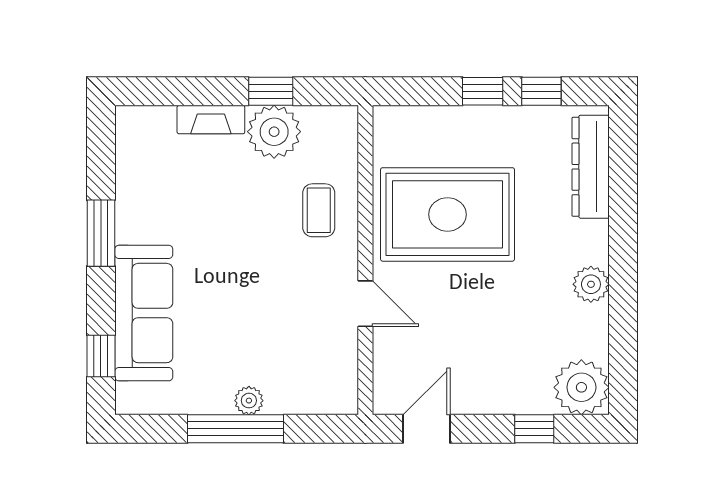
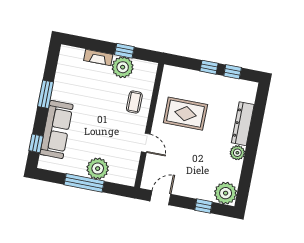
dresser: (591, 167) -> (243, 124), moved
rug: (447, 214) -> (185, 114), width x0.73, depth x0.69
plant: (249, 401) -> (98, 169), width x1.88, depth x1.88

